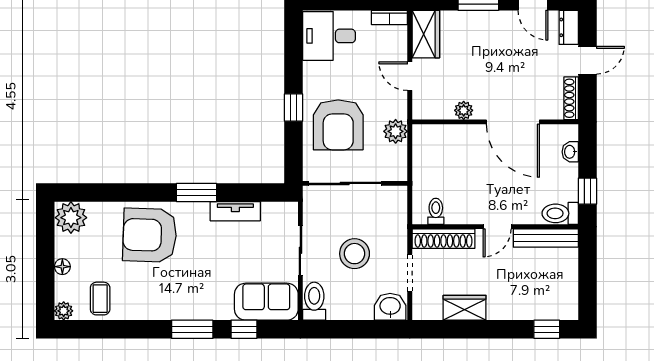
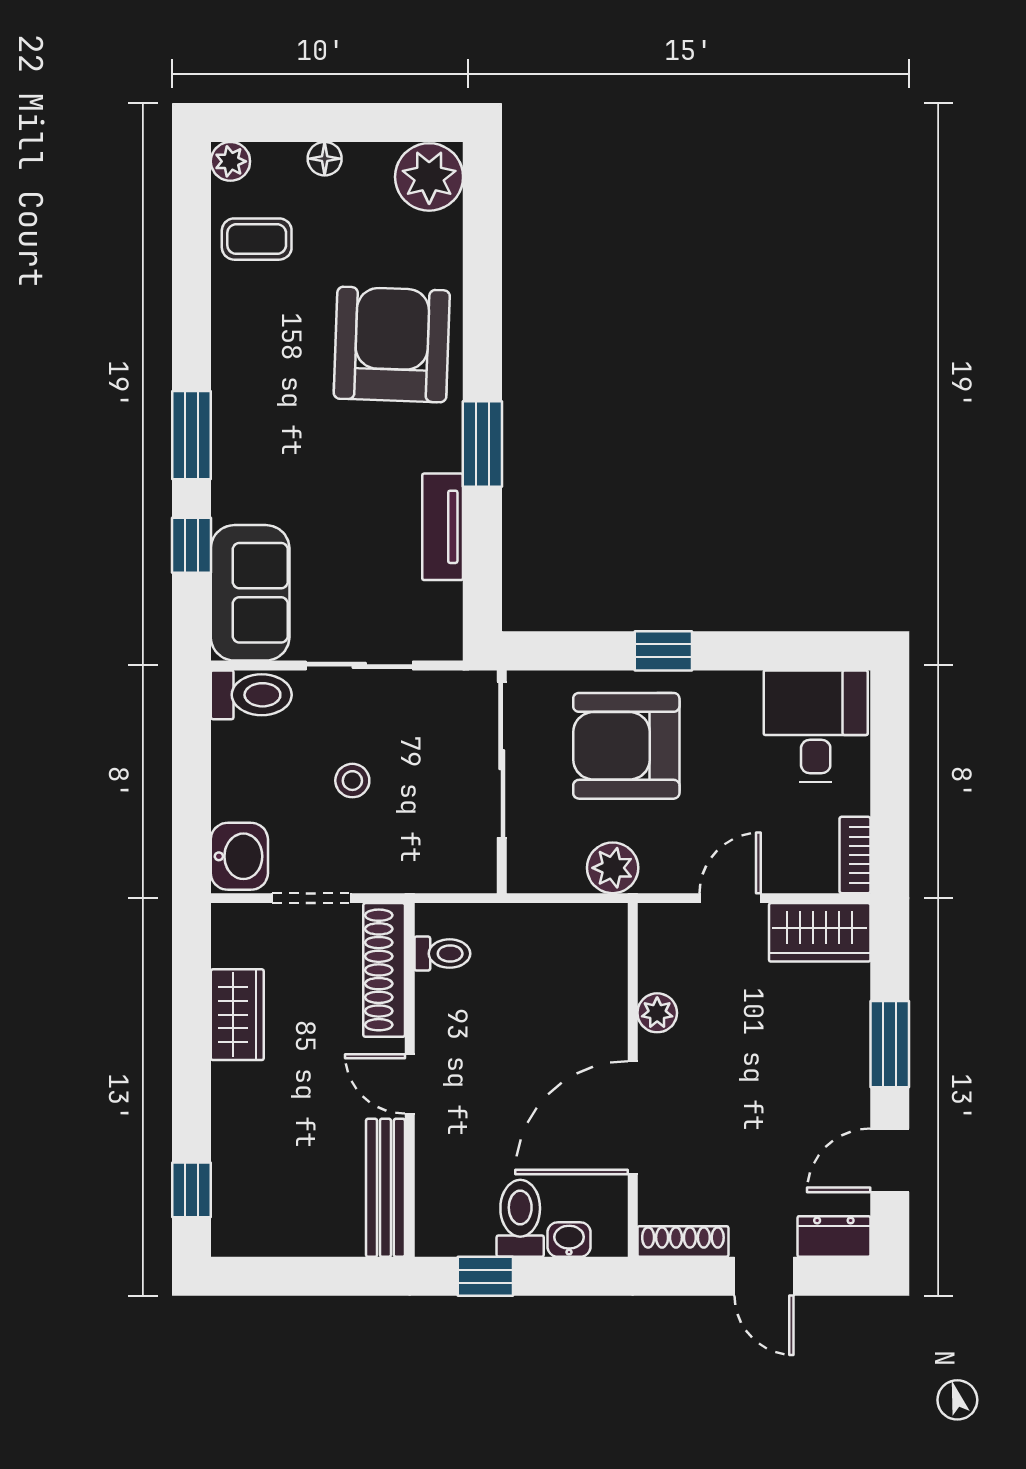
toilet: (560, 213) -> (520, 1218), moved
stool: (355, 254) -> (352, 781), width x0.53, depth x0.53

